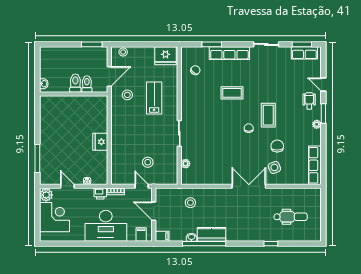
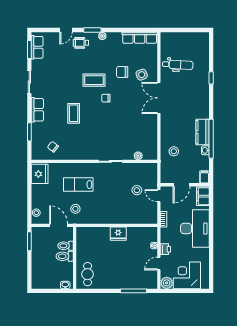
row of seats: (229, 53) -> (37, 110), width x0.68
cafe table: (56, 108) -> (88, 274), added
door: (142, 186) -> (159, 196), hinge flipped
printer: (100, 193) -> (165, 249), moved
dental chair: (291, 217) -> (178, 65), moved, turned 93
filing cabinet: (141, 235) -> (203, 196), width x2.00

